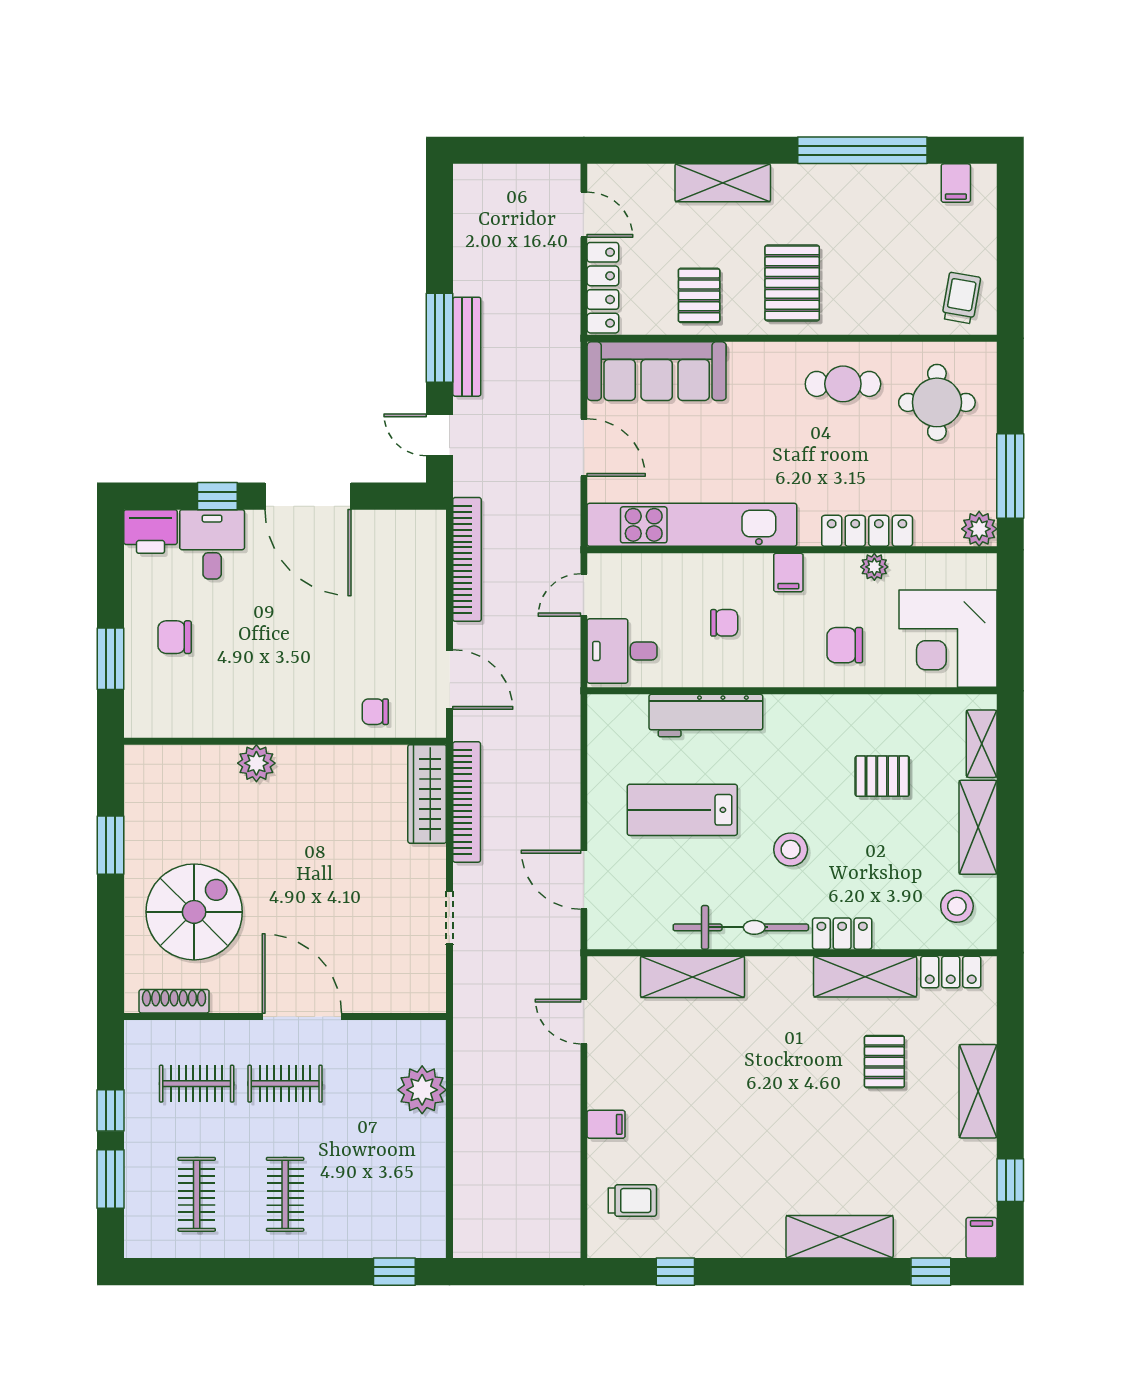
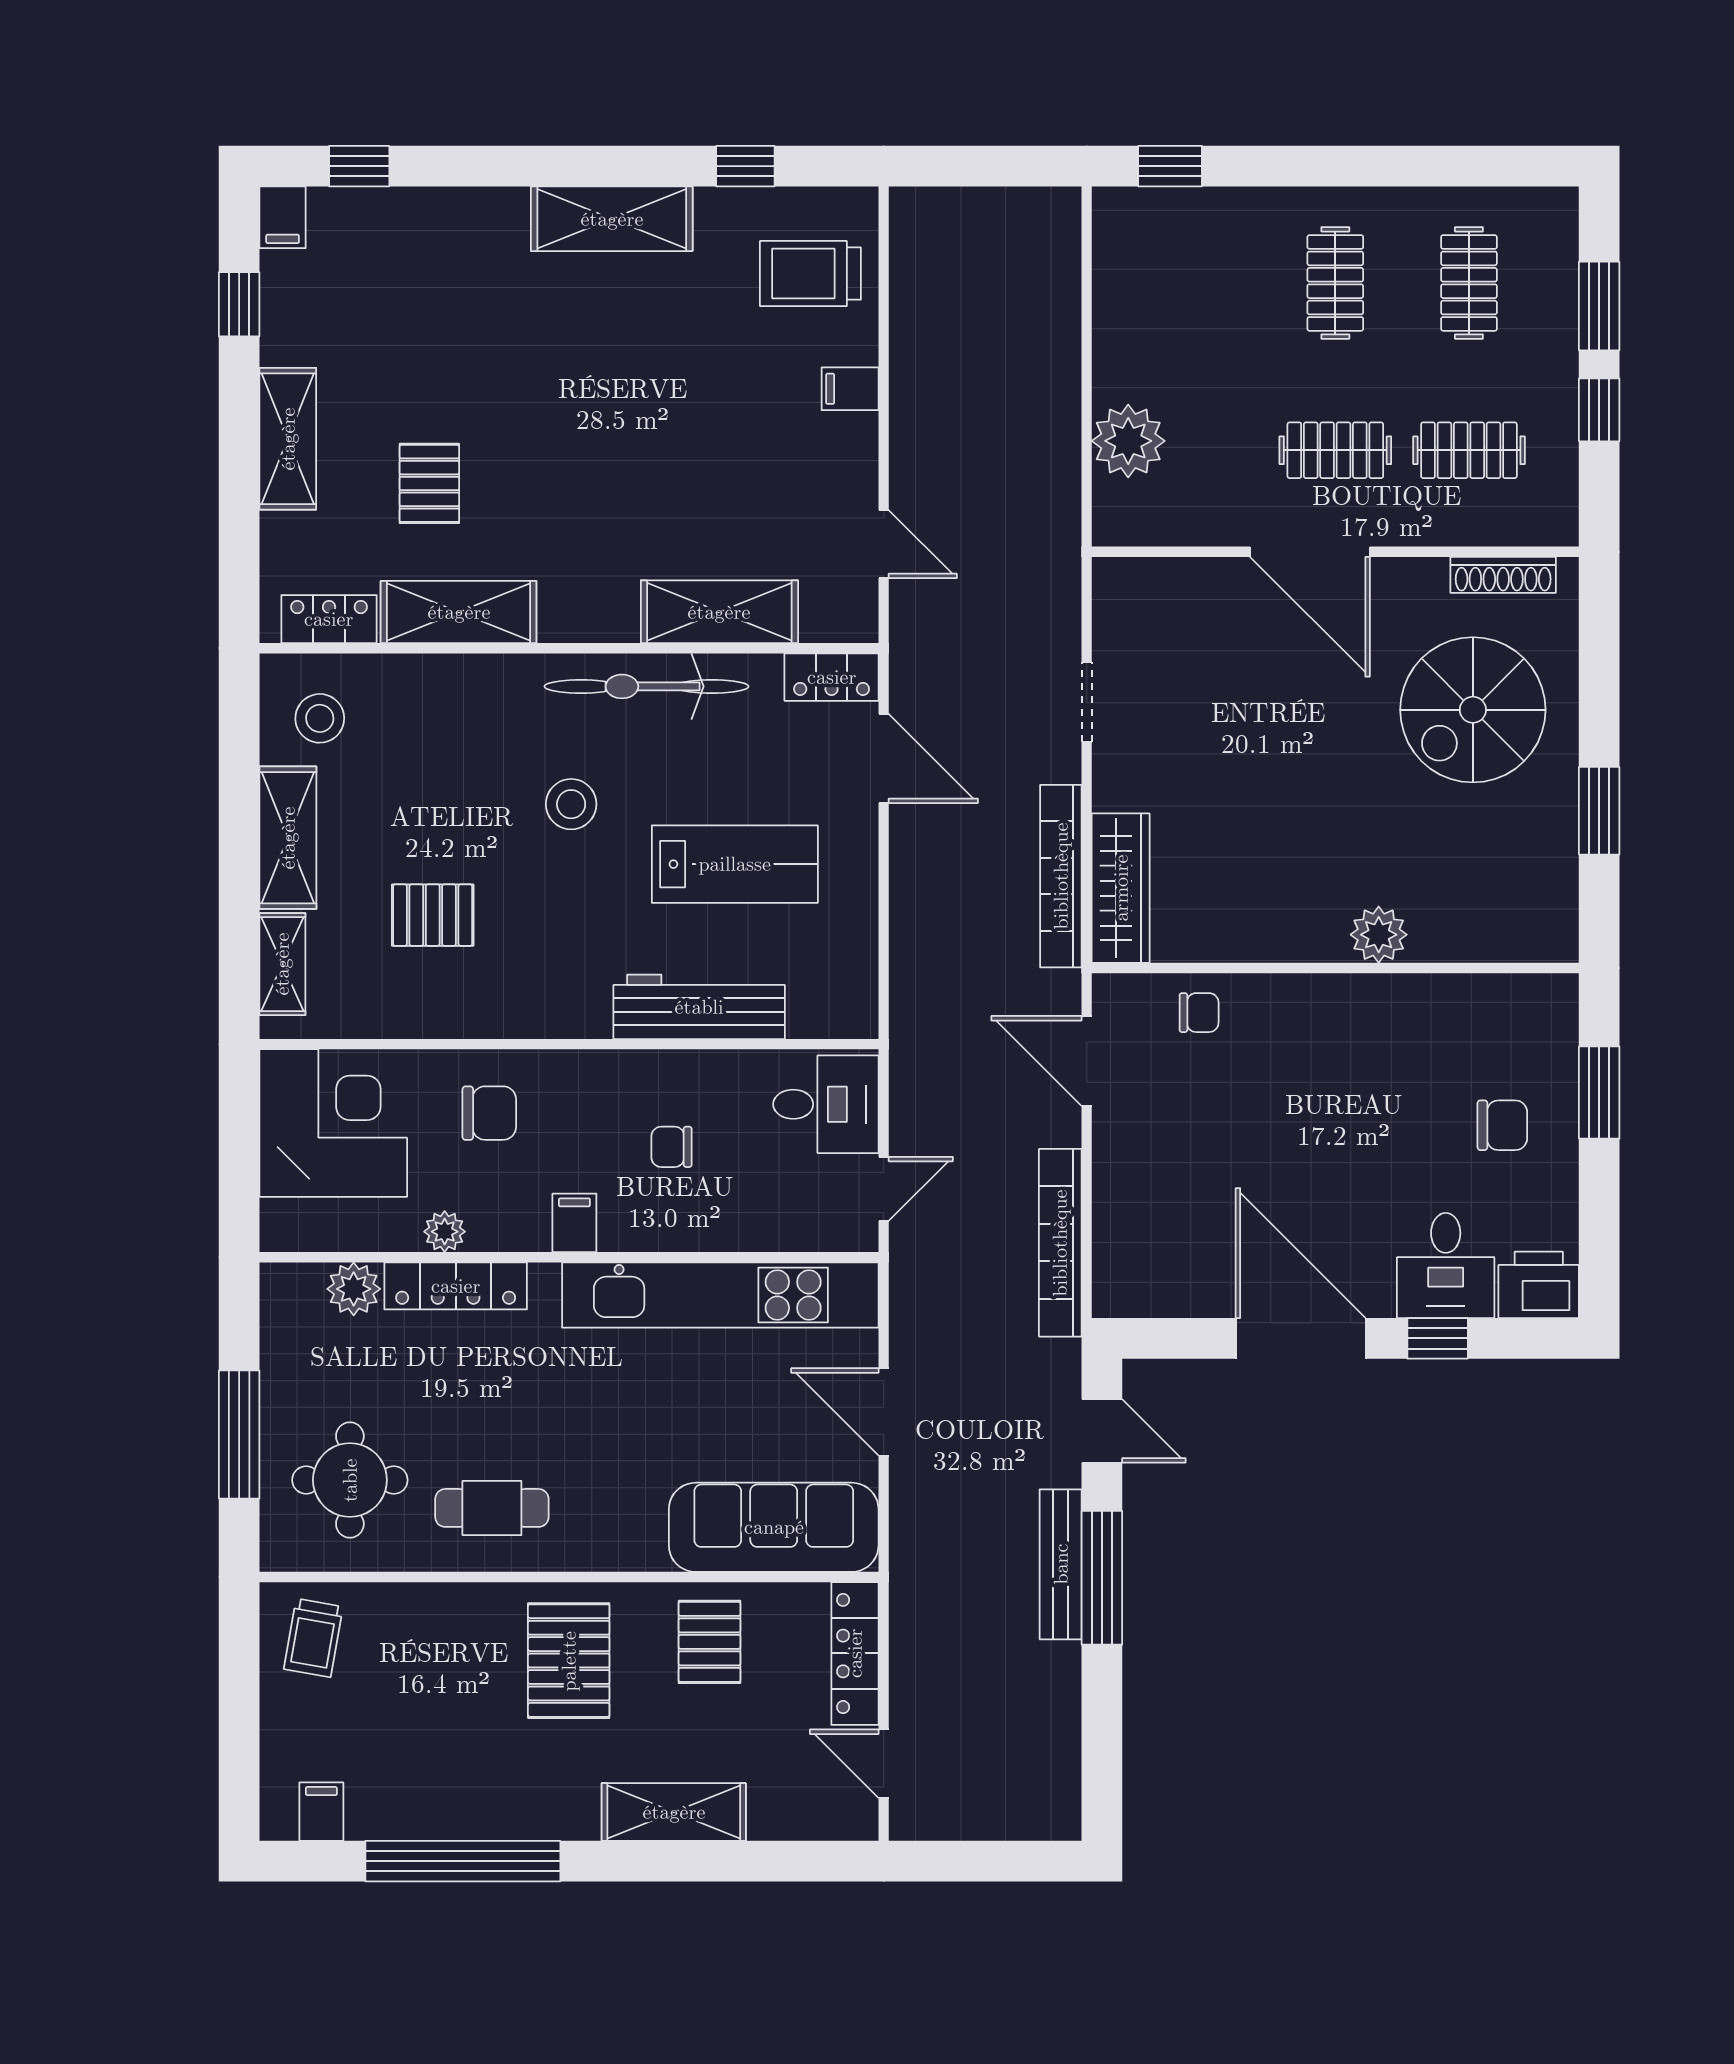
window: (1010, 476) -> (239, 1434), moved
plant: (979, 529) -> (354, 1289), moved
locker: (842, 934) -> (832, 677), moved
trolley: (632, 1201) -> (810, 274), width x1.36, depth x1.39
shelving: (840, 1237) -> (612, 219), moved

